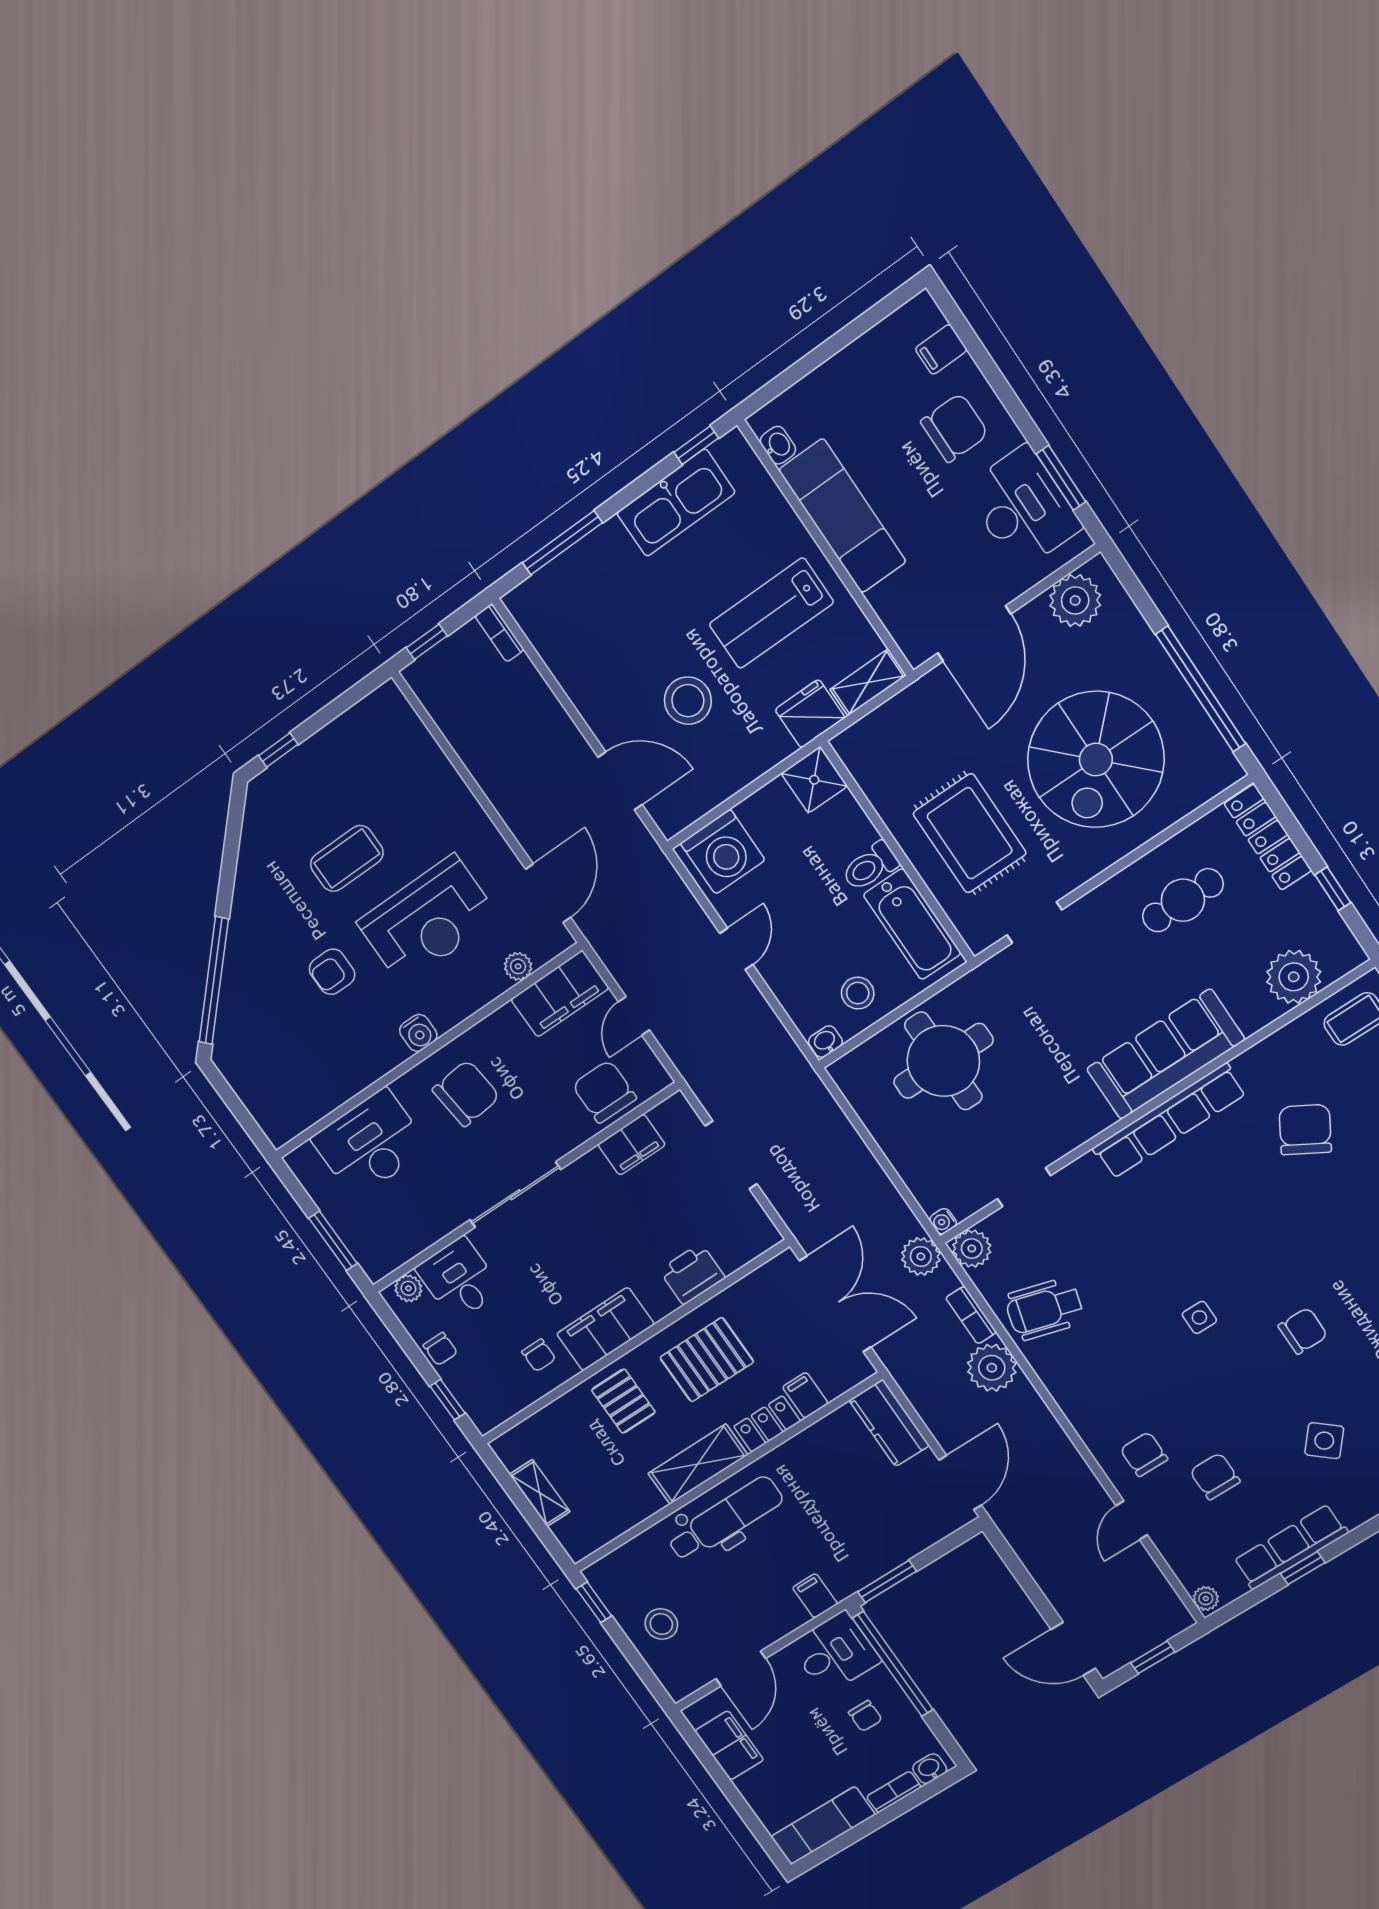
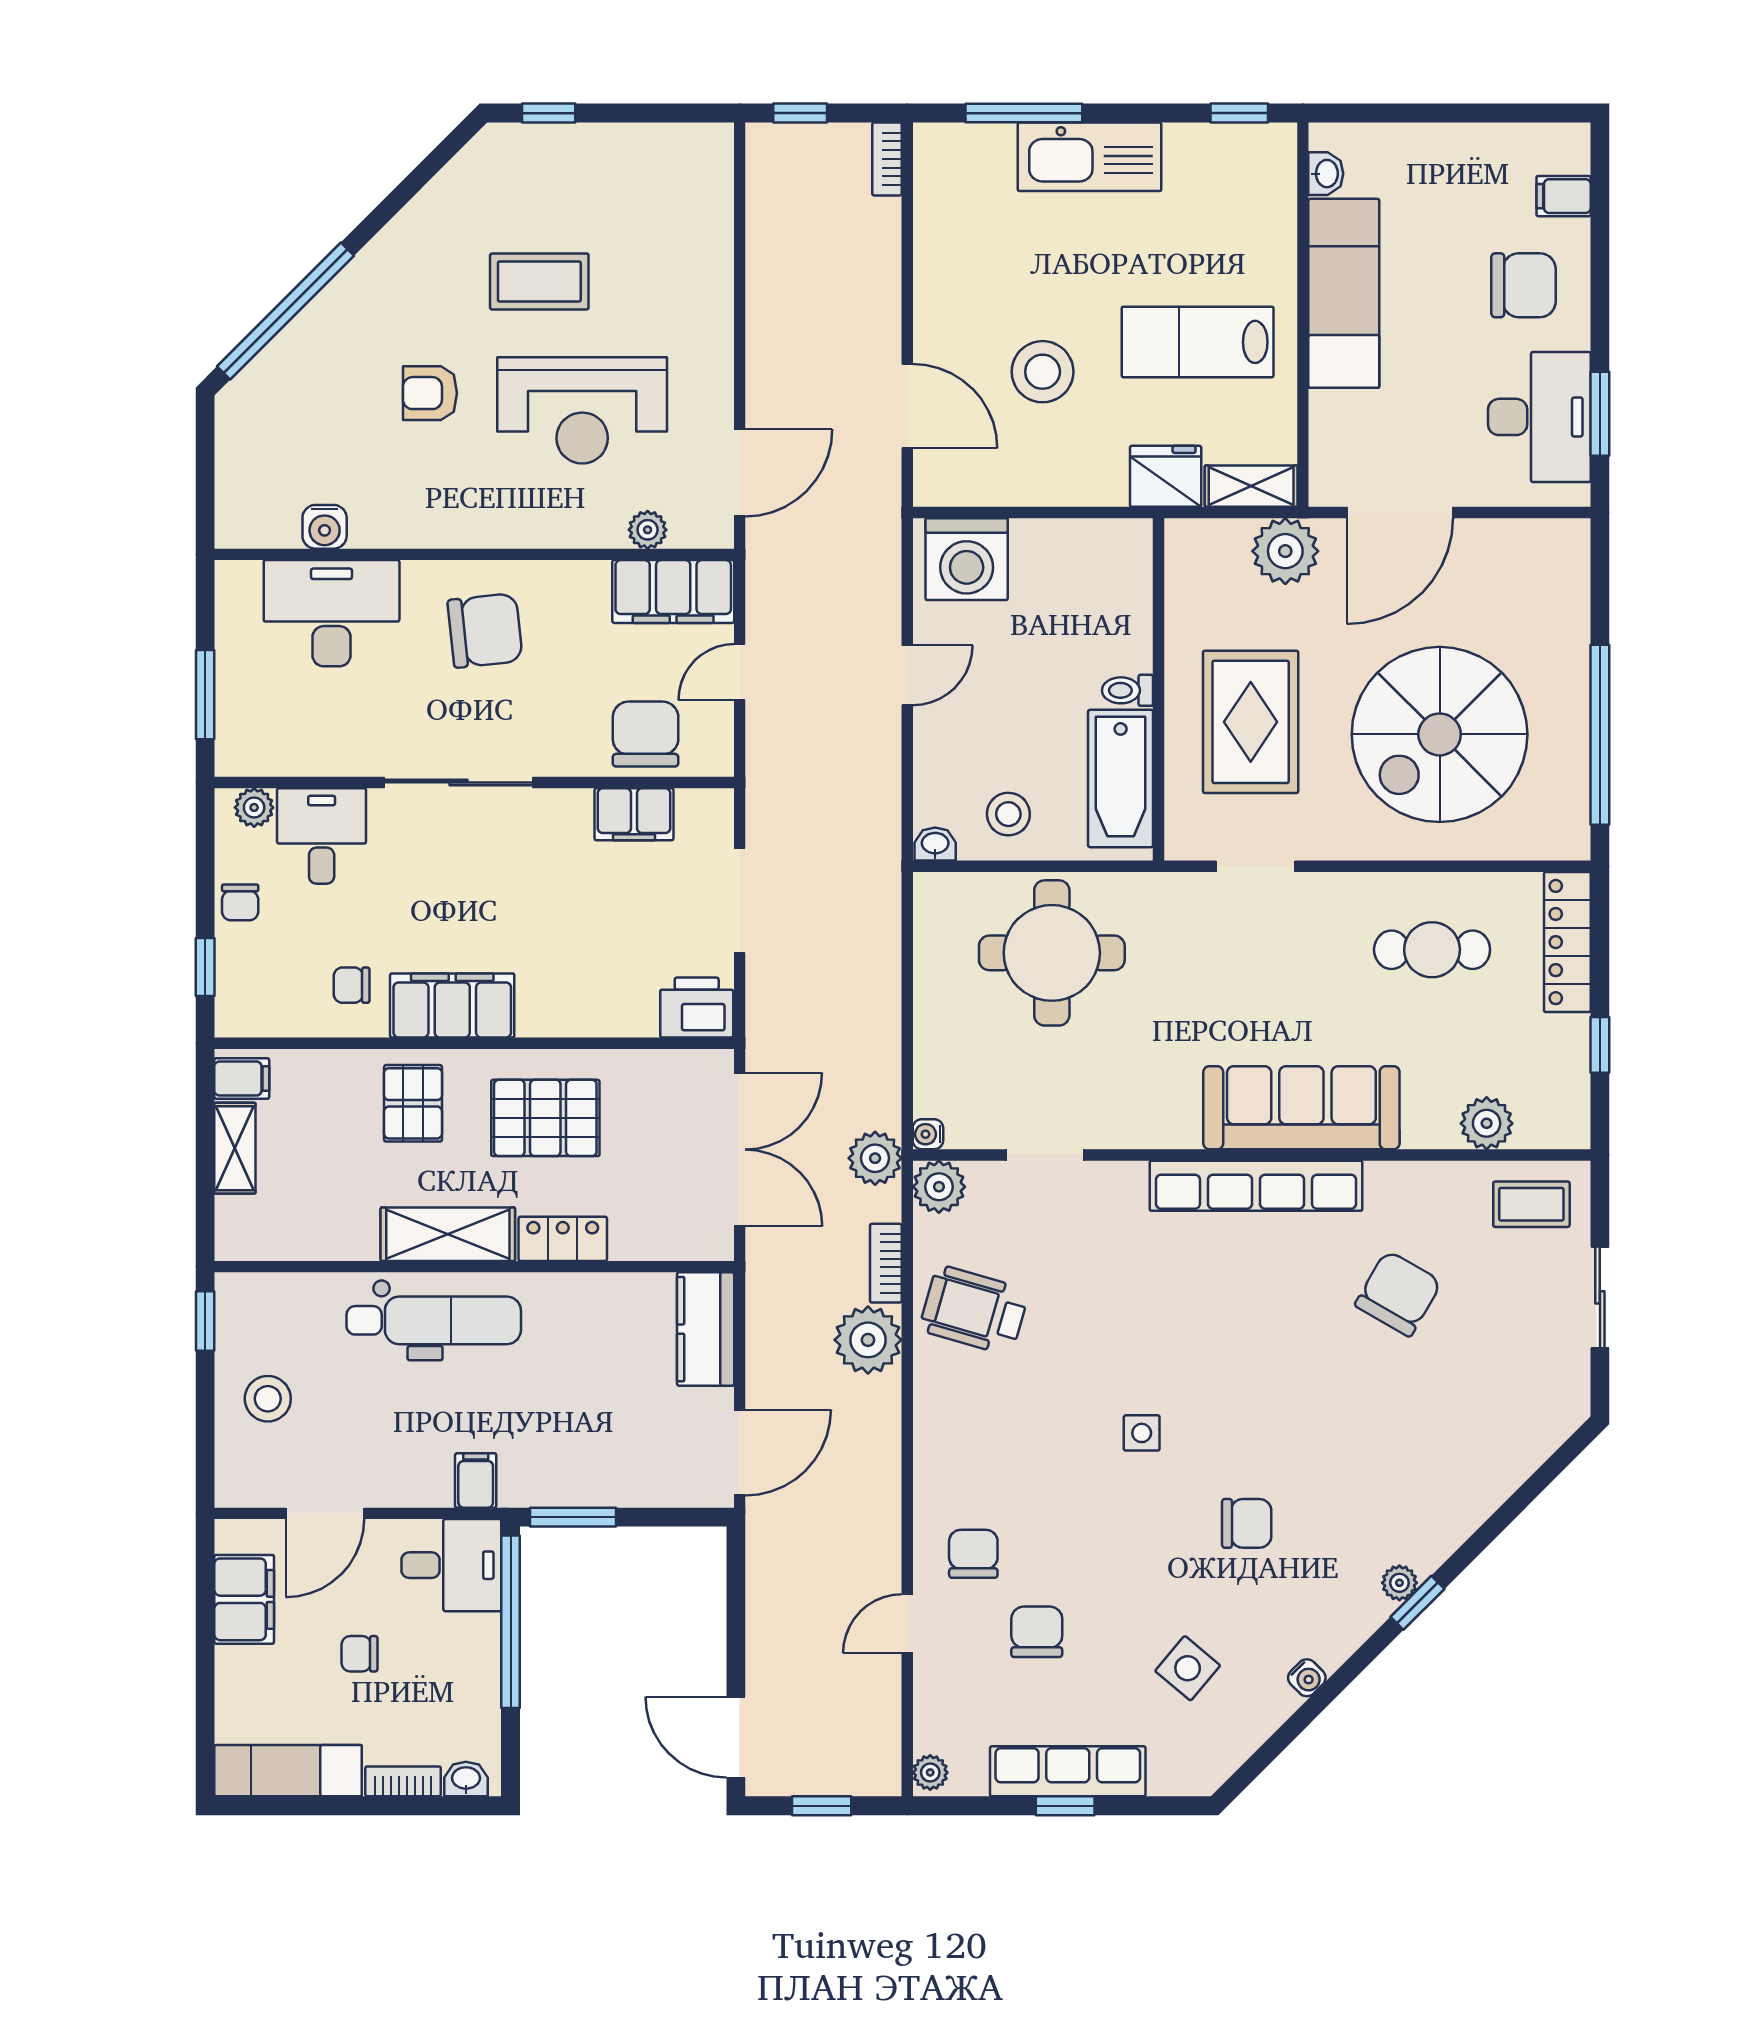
kitchen sink: (676, 503) -> (1090, 157), moved
plant: (1075, 600) -> (1285, 551), moved
shower: (814, 780) -> (1121, 550), removed
toilet: (870, 866) -> (1128, 690), width x0.73, depth x0.72
plant: (1294, 977) -> (1487, 1123), width x0.73, depth x0.73
water cooler: (418, 1033) -> (325, 527), moved
printer: (692, 1274) -> (697, 1008), moved
chair: (539, 1355) -> (352, 985), turned 90
filing cabinet: (805, 1395) -> (242, 1078), moved, turned 90
chair: (865, 1716) -> (359, 1654), moved, turned 90

